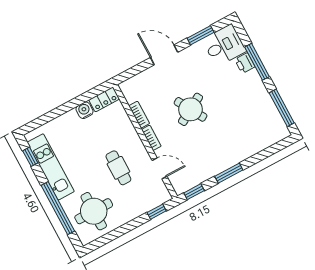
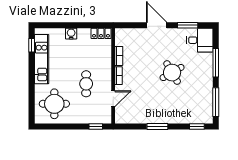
printer: (245, 63) -> (207, 59), removed
round table: (191, 109) -> (172, 73), moved
water cooler: (84, 110) -> (71, 34), moved
door: (159, 168) -> (113, 99), hinge flipped
window: (194, 192) -> (197, 127), moved
window: (58, 208) -> (32, 89), removed

